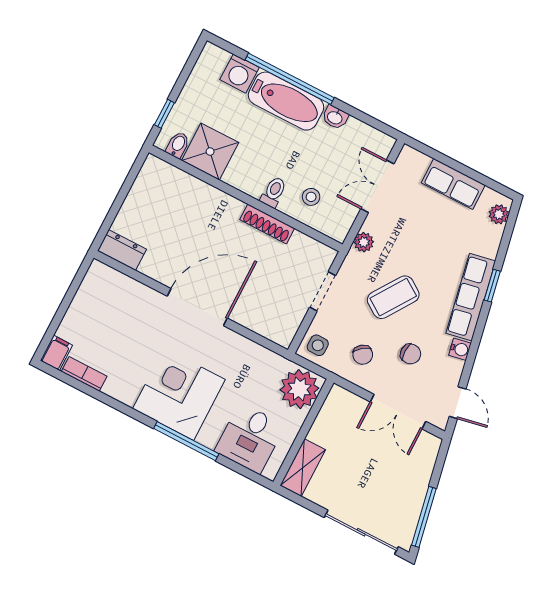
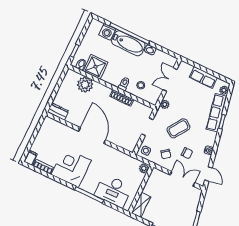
plant: (185, 191) -> (85, 85), added
row of seats: (471, 297) -> (216, 113), moved
door: (197, 307) -> (92, 136), hinge flipped
plant: (299, 389) -> (144, 168), width x0.53, depth x0.53
corner desk: (179, 394) -> (71, 167), moved
double door: (398, 412) -> (182, 179), swing flipped
desk: (250, 438) -> (113, 191), width x1.37

